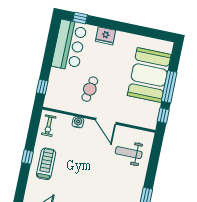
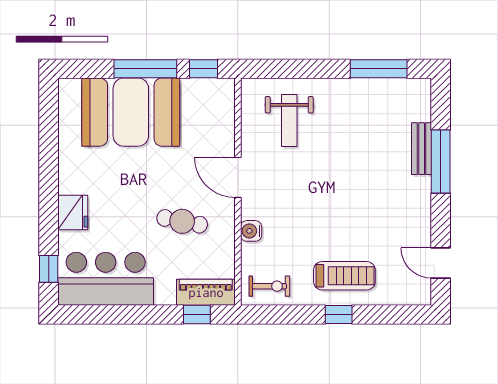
piano: (52, 93) -> (206, 292), added
door: (106, 121) -> (238, 177), swing flipped
treadmill: (46, 164) -> (344, 276), turned 180

